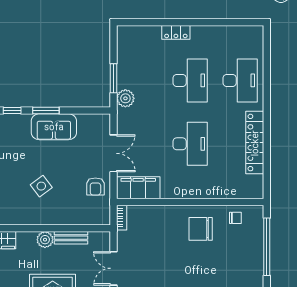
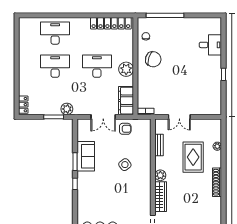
locker: (176, 32) -> (23, 105), moved
locker: (255, 143) -> (111, 23), moved
double door: (113, 153) -> (103, 117), swing flipped
plant: (186, 188) -> (126, 69), added
chair: (201, 229) -> (153, 59), turned -73
plant: (45, 240) -> (160, 175), moved

